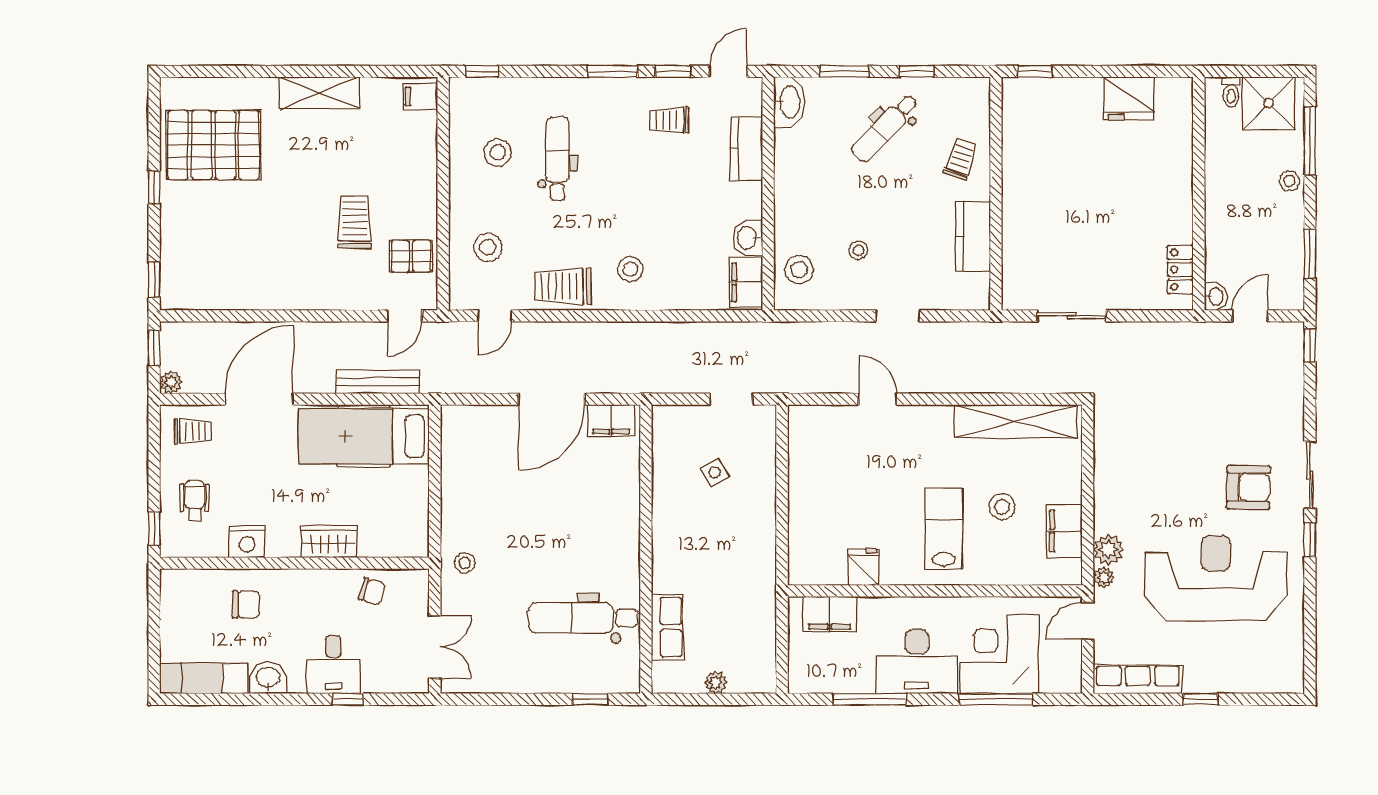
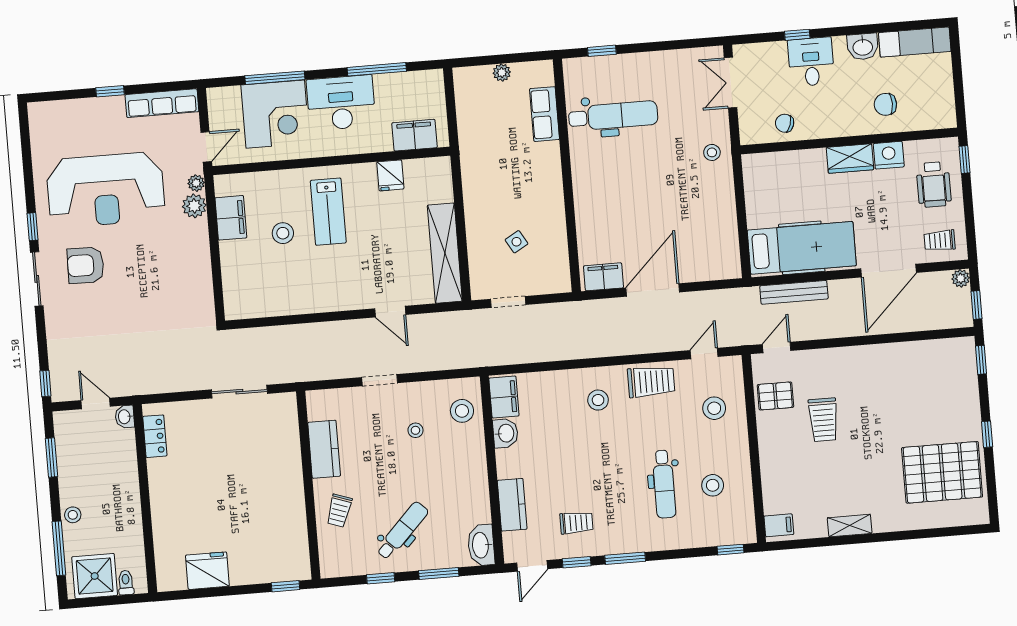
shelving: (319, 93) -> (850, 526), width x0.67, depth x0.75
door: (1250, 316) -> (96, 403), swing flipped
shelving: (1016, 421) -> (445, 253), moved, turned 90
wheelchair: (195, 501) -> (934, 185), width x1.36, depth x1.37
wardrobe: (329, 541) -> (850, 159), moved

